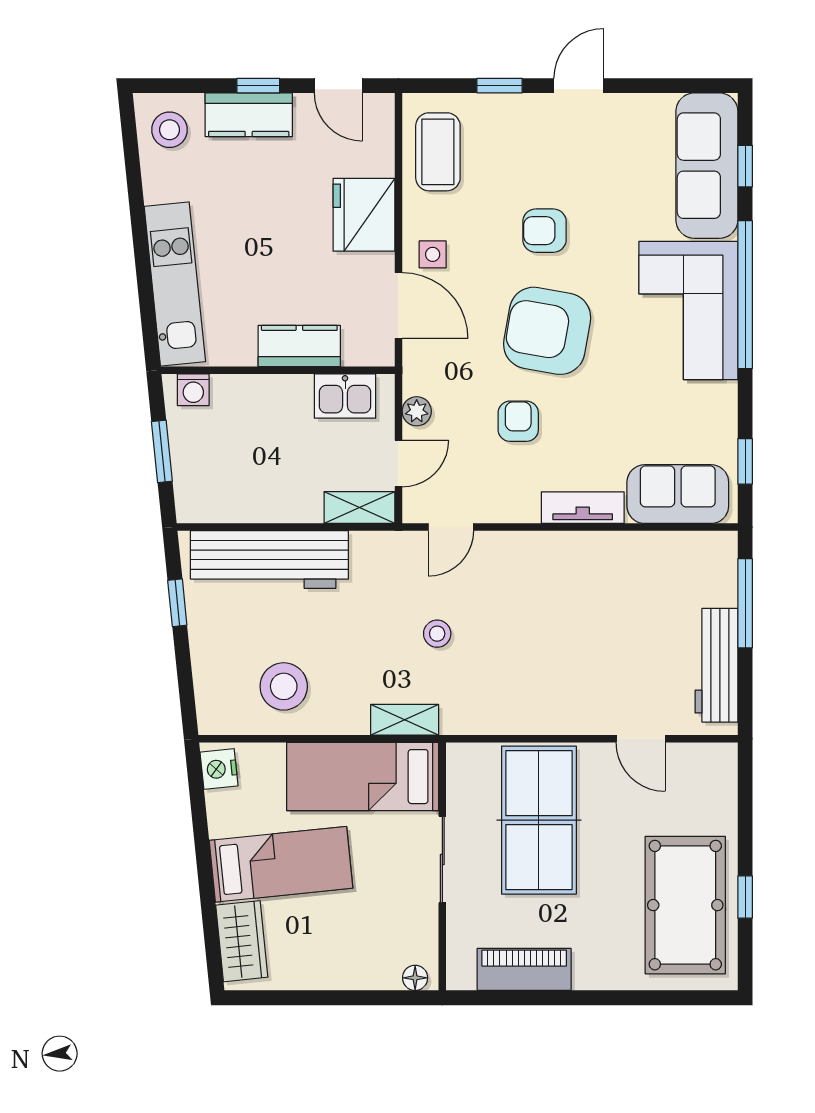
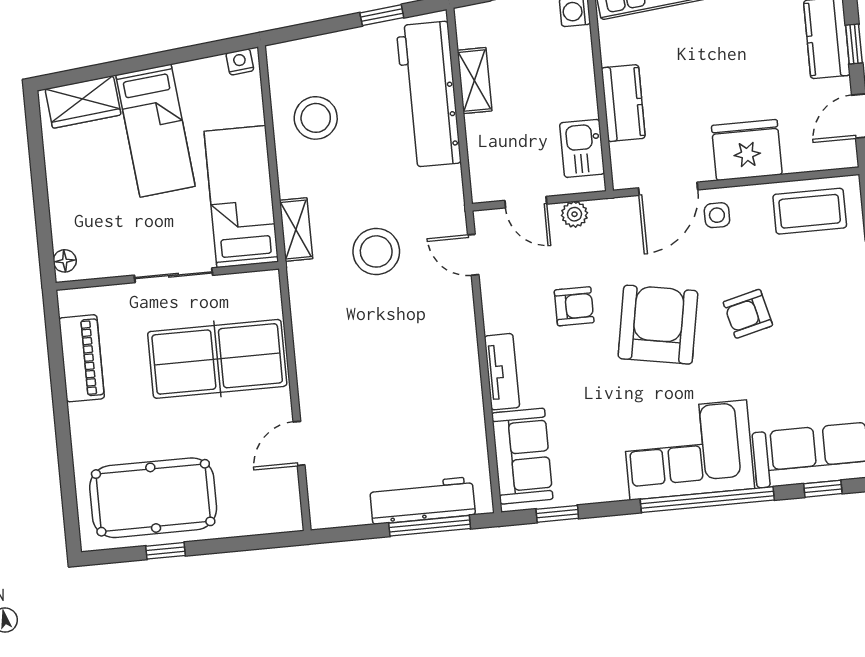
armchair: (544, 231) -> (748, 314), turned -104
shelving: (359, 508) -> (475, 81), moved
stool: (437, 634) -> (376, 251), width x1.89, depth x1.89
workbench: (716, 665) -> (422, 501), moved
nightstand: (219, 769) -> (240, 62), width x0.72, depth x0.74

